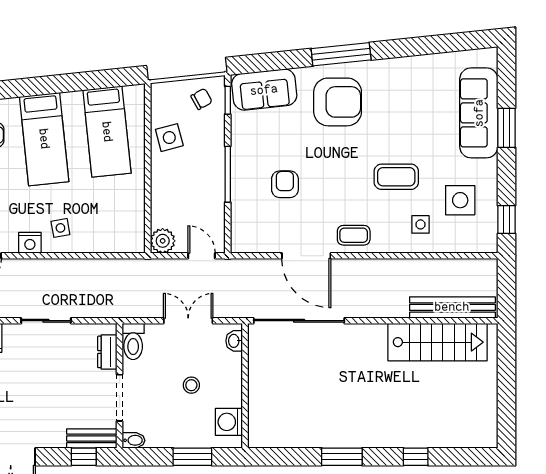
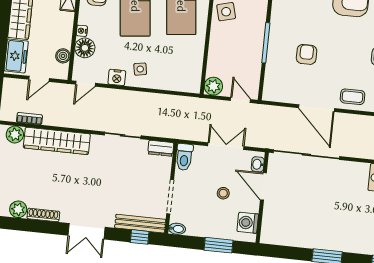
dresser: (107, 352) -> (161, 148), moved, turned -90
door: (245, 370) -> (263, 186), added
bench: (92, 438) -> (140, 224), width x1.36

